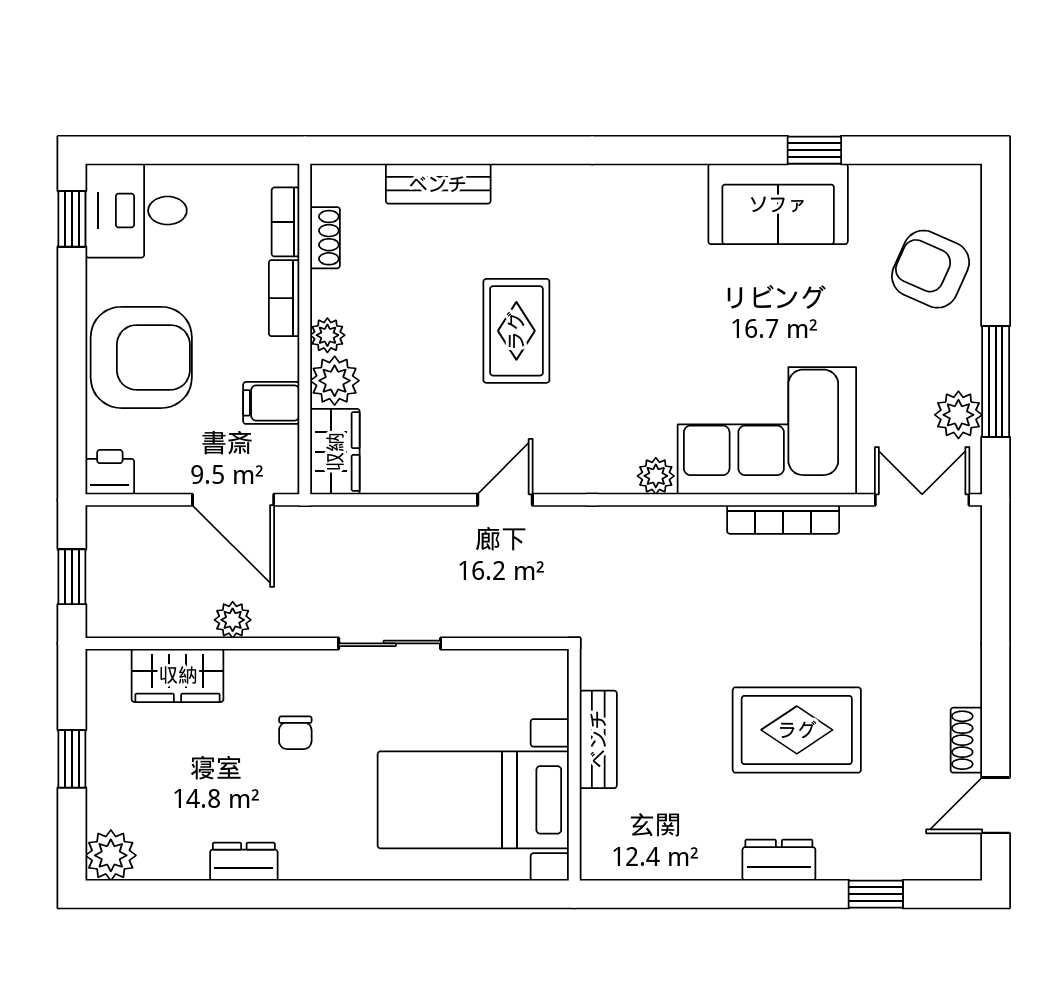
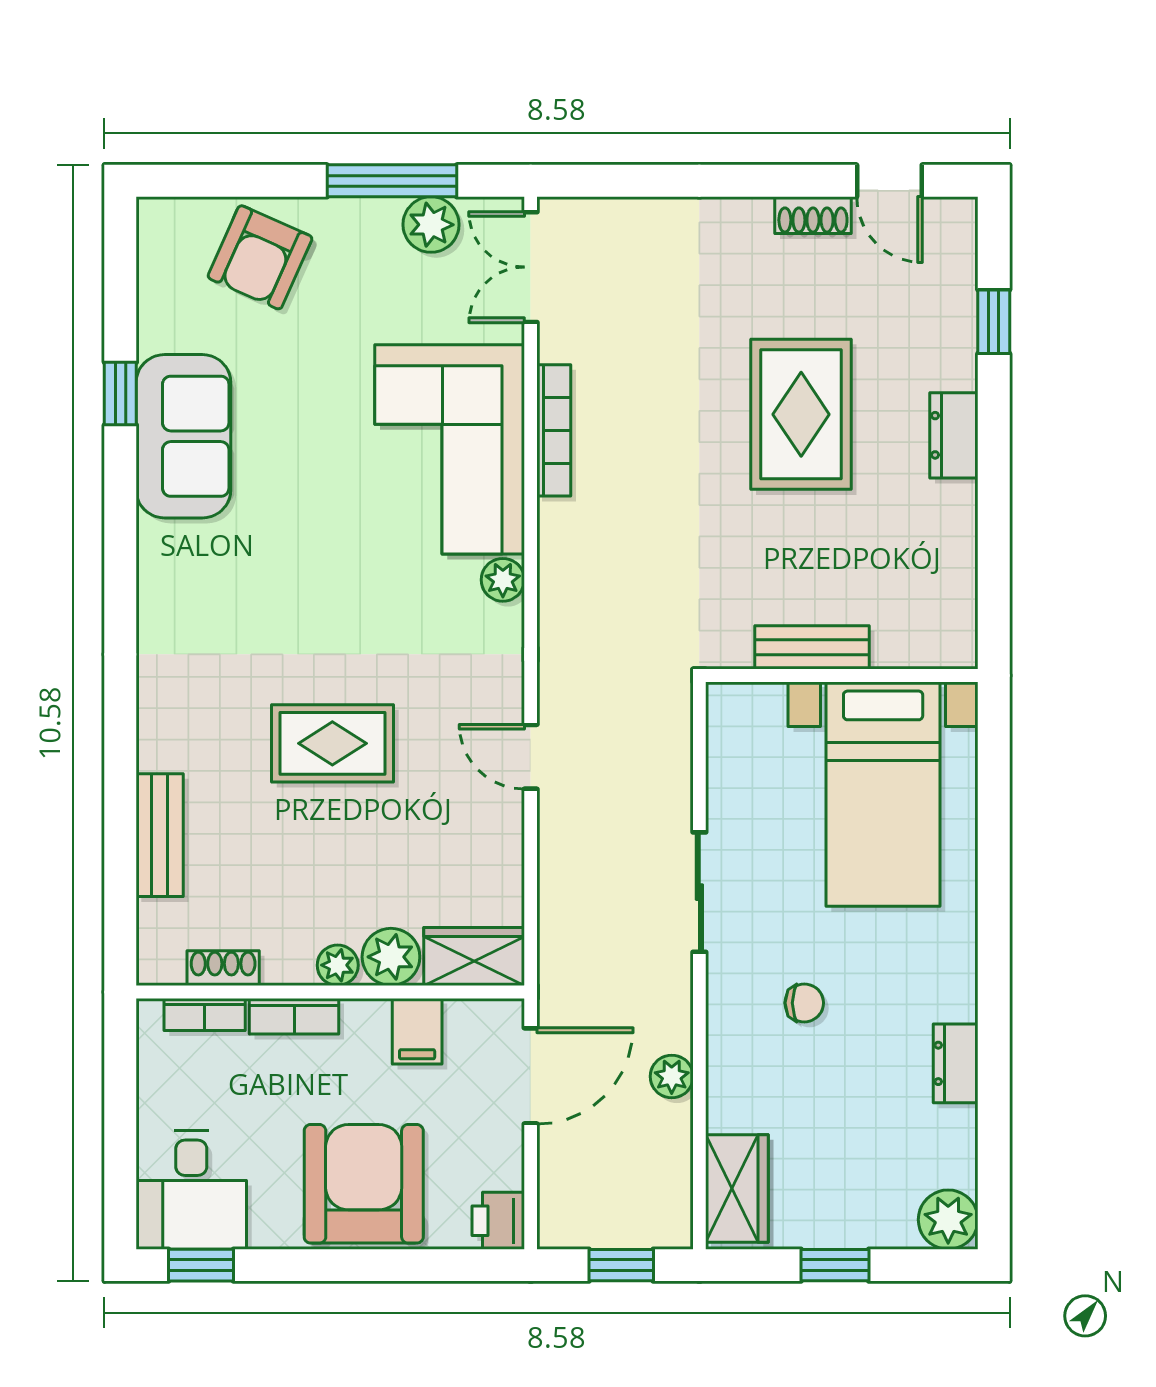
wardrobe: (178, 675) -> (737, 1188), moved

